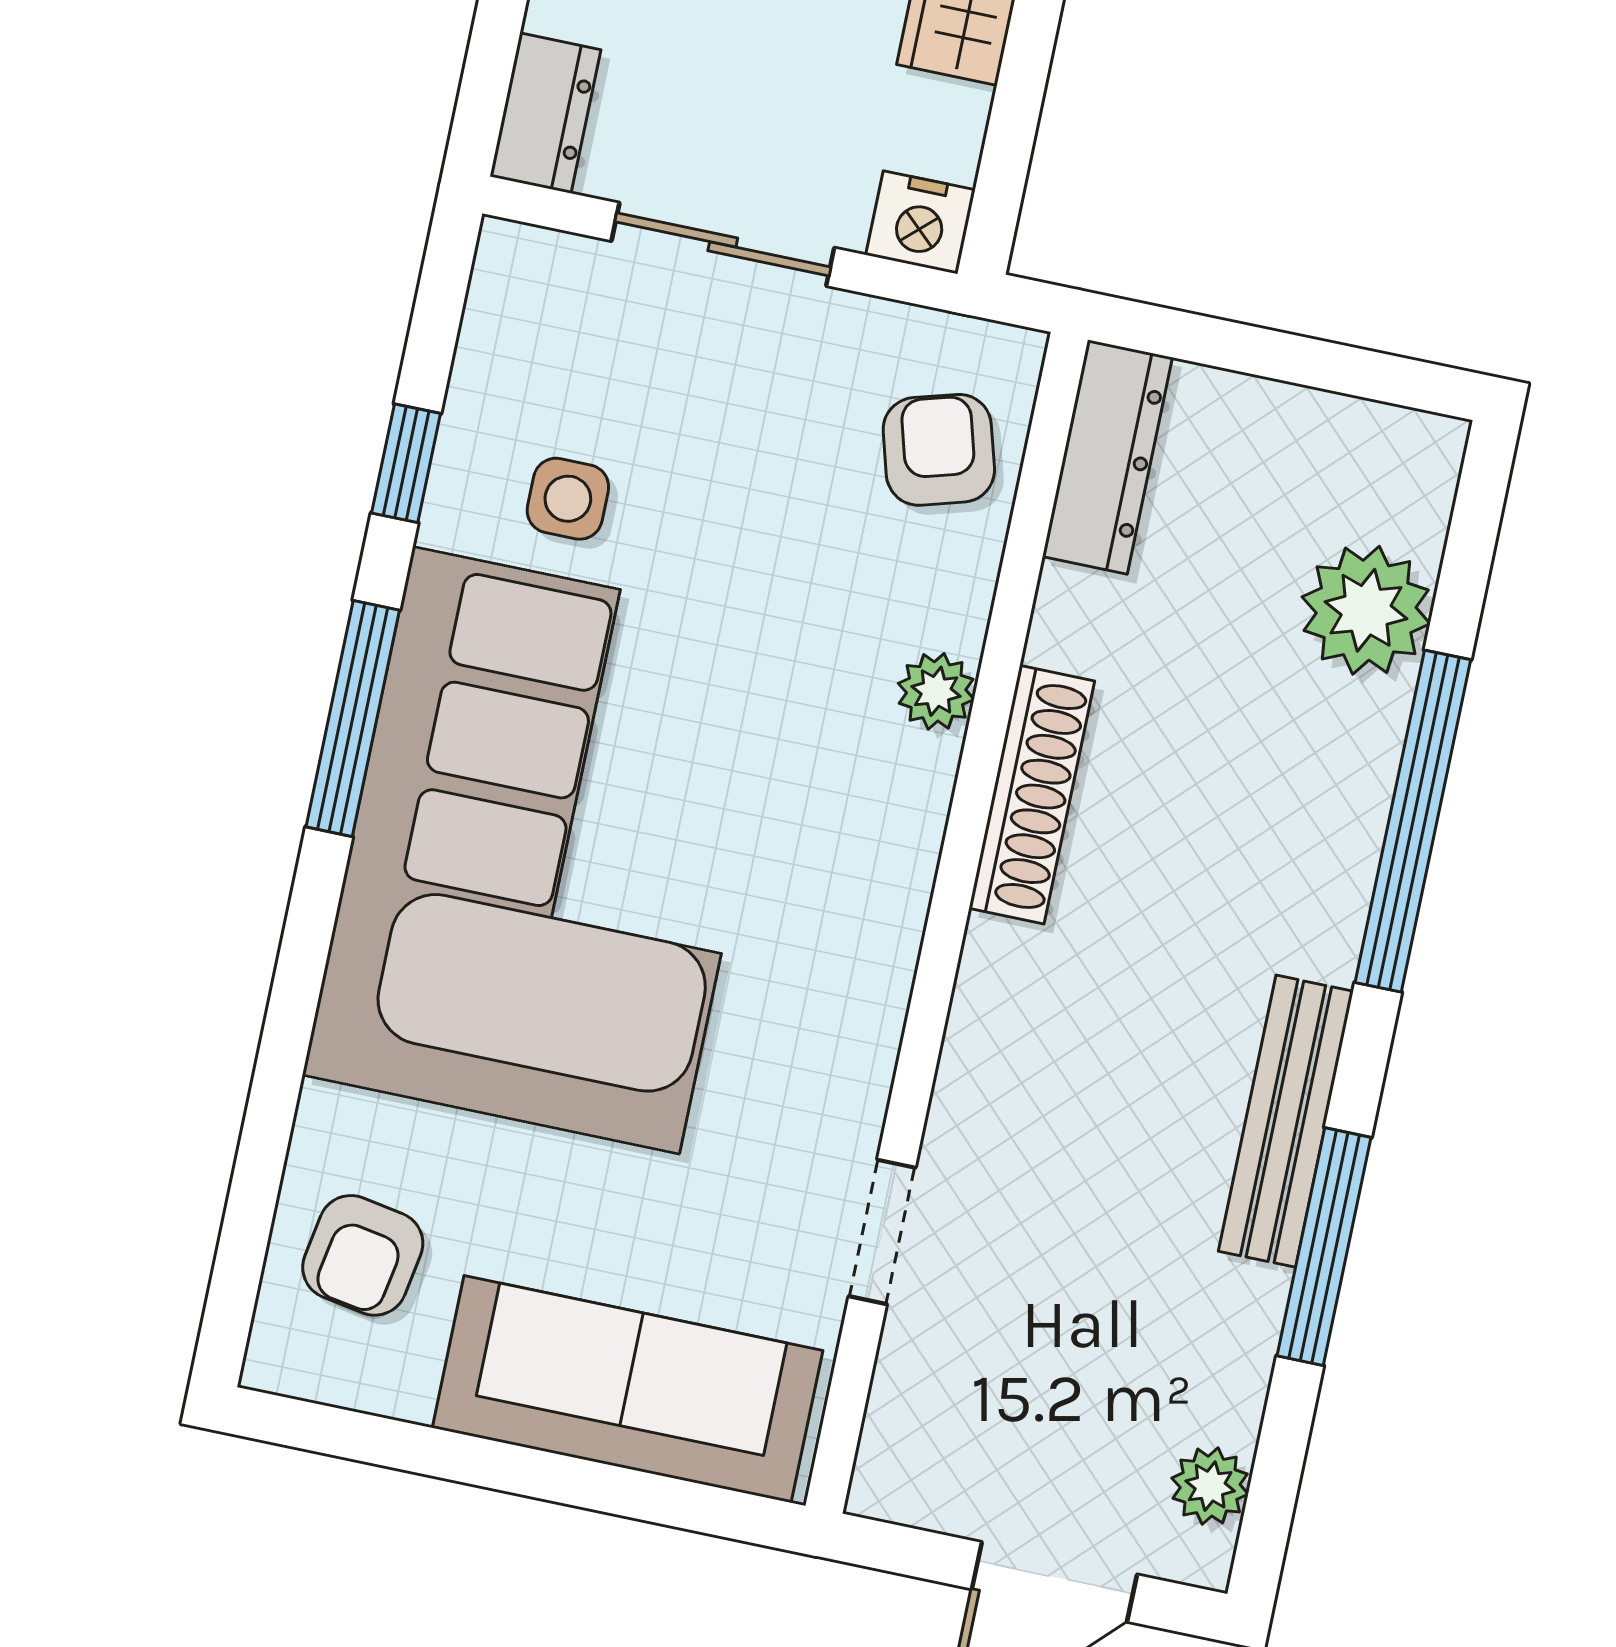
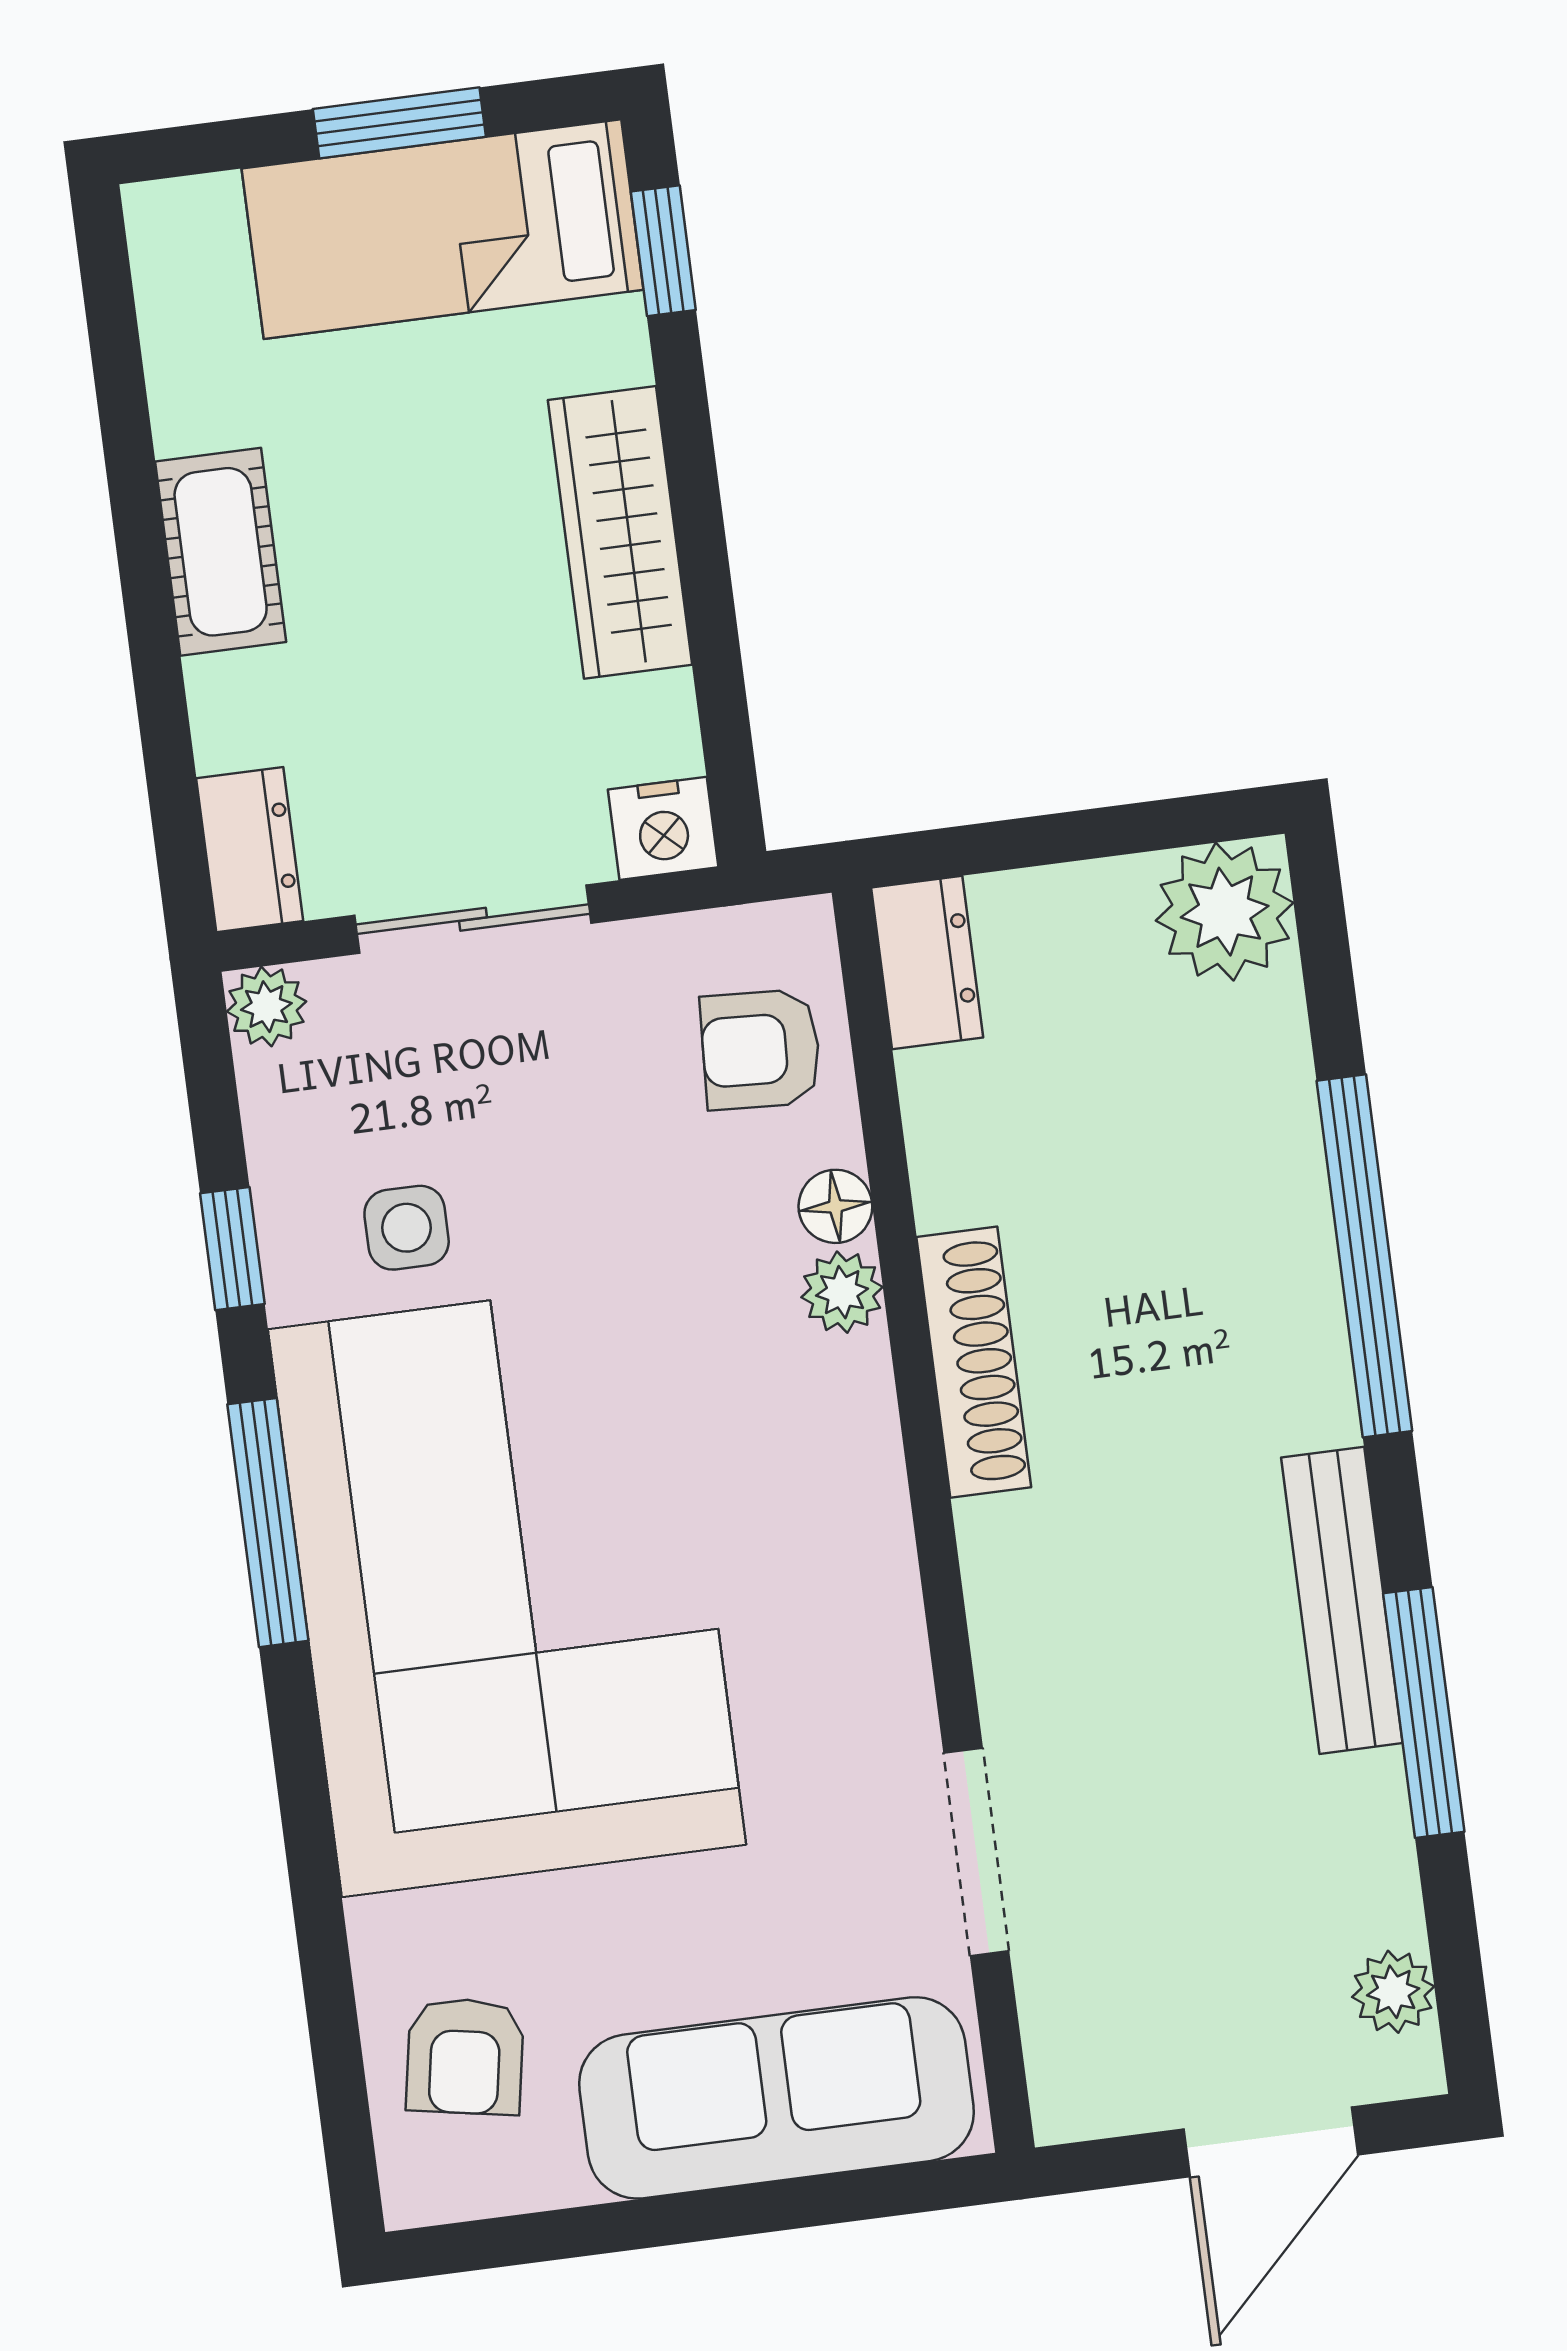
plant: (512, 258) -> (266, 1007), added
armchair: (939, 450) -> (761, 1049), turned -71
dresser: (1107, 457) -> (927, 963), width x0.70
plant: (1366, 610) -> (1225, 912), moved
floor lamp: (957, 613) -> (835, 1206), added
doorway: (882, 1232) -> (976, 1852), width x1.38

